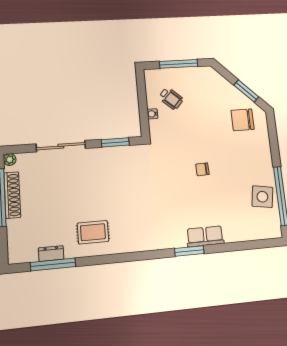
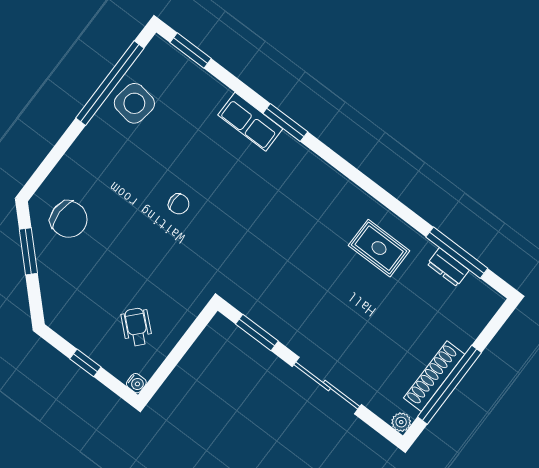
window: (179, 64) -> (85, 363), width x0.46
water cooler: (152, 114) -> (136, 383), moved
window: (261, 244) -> (191, 51), added

